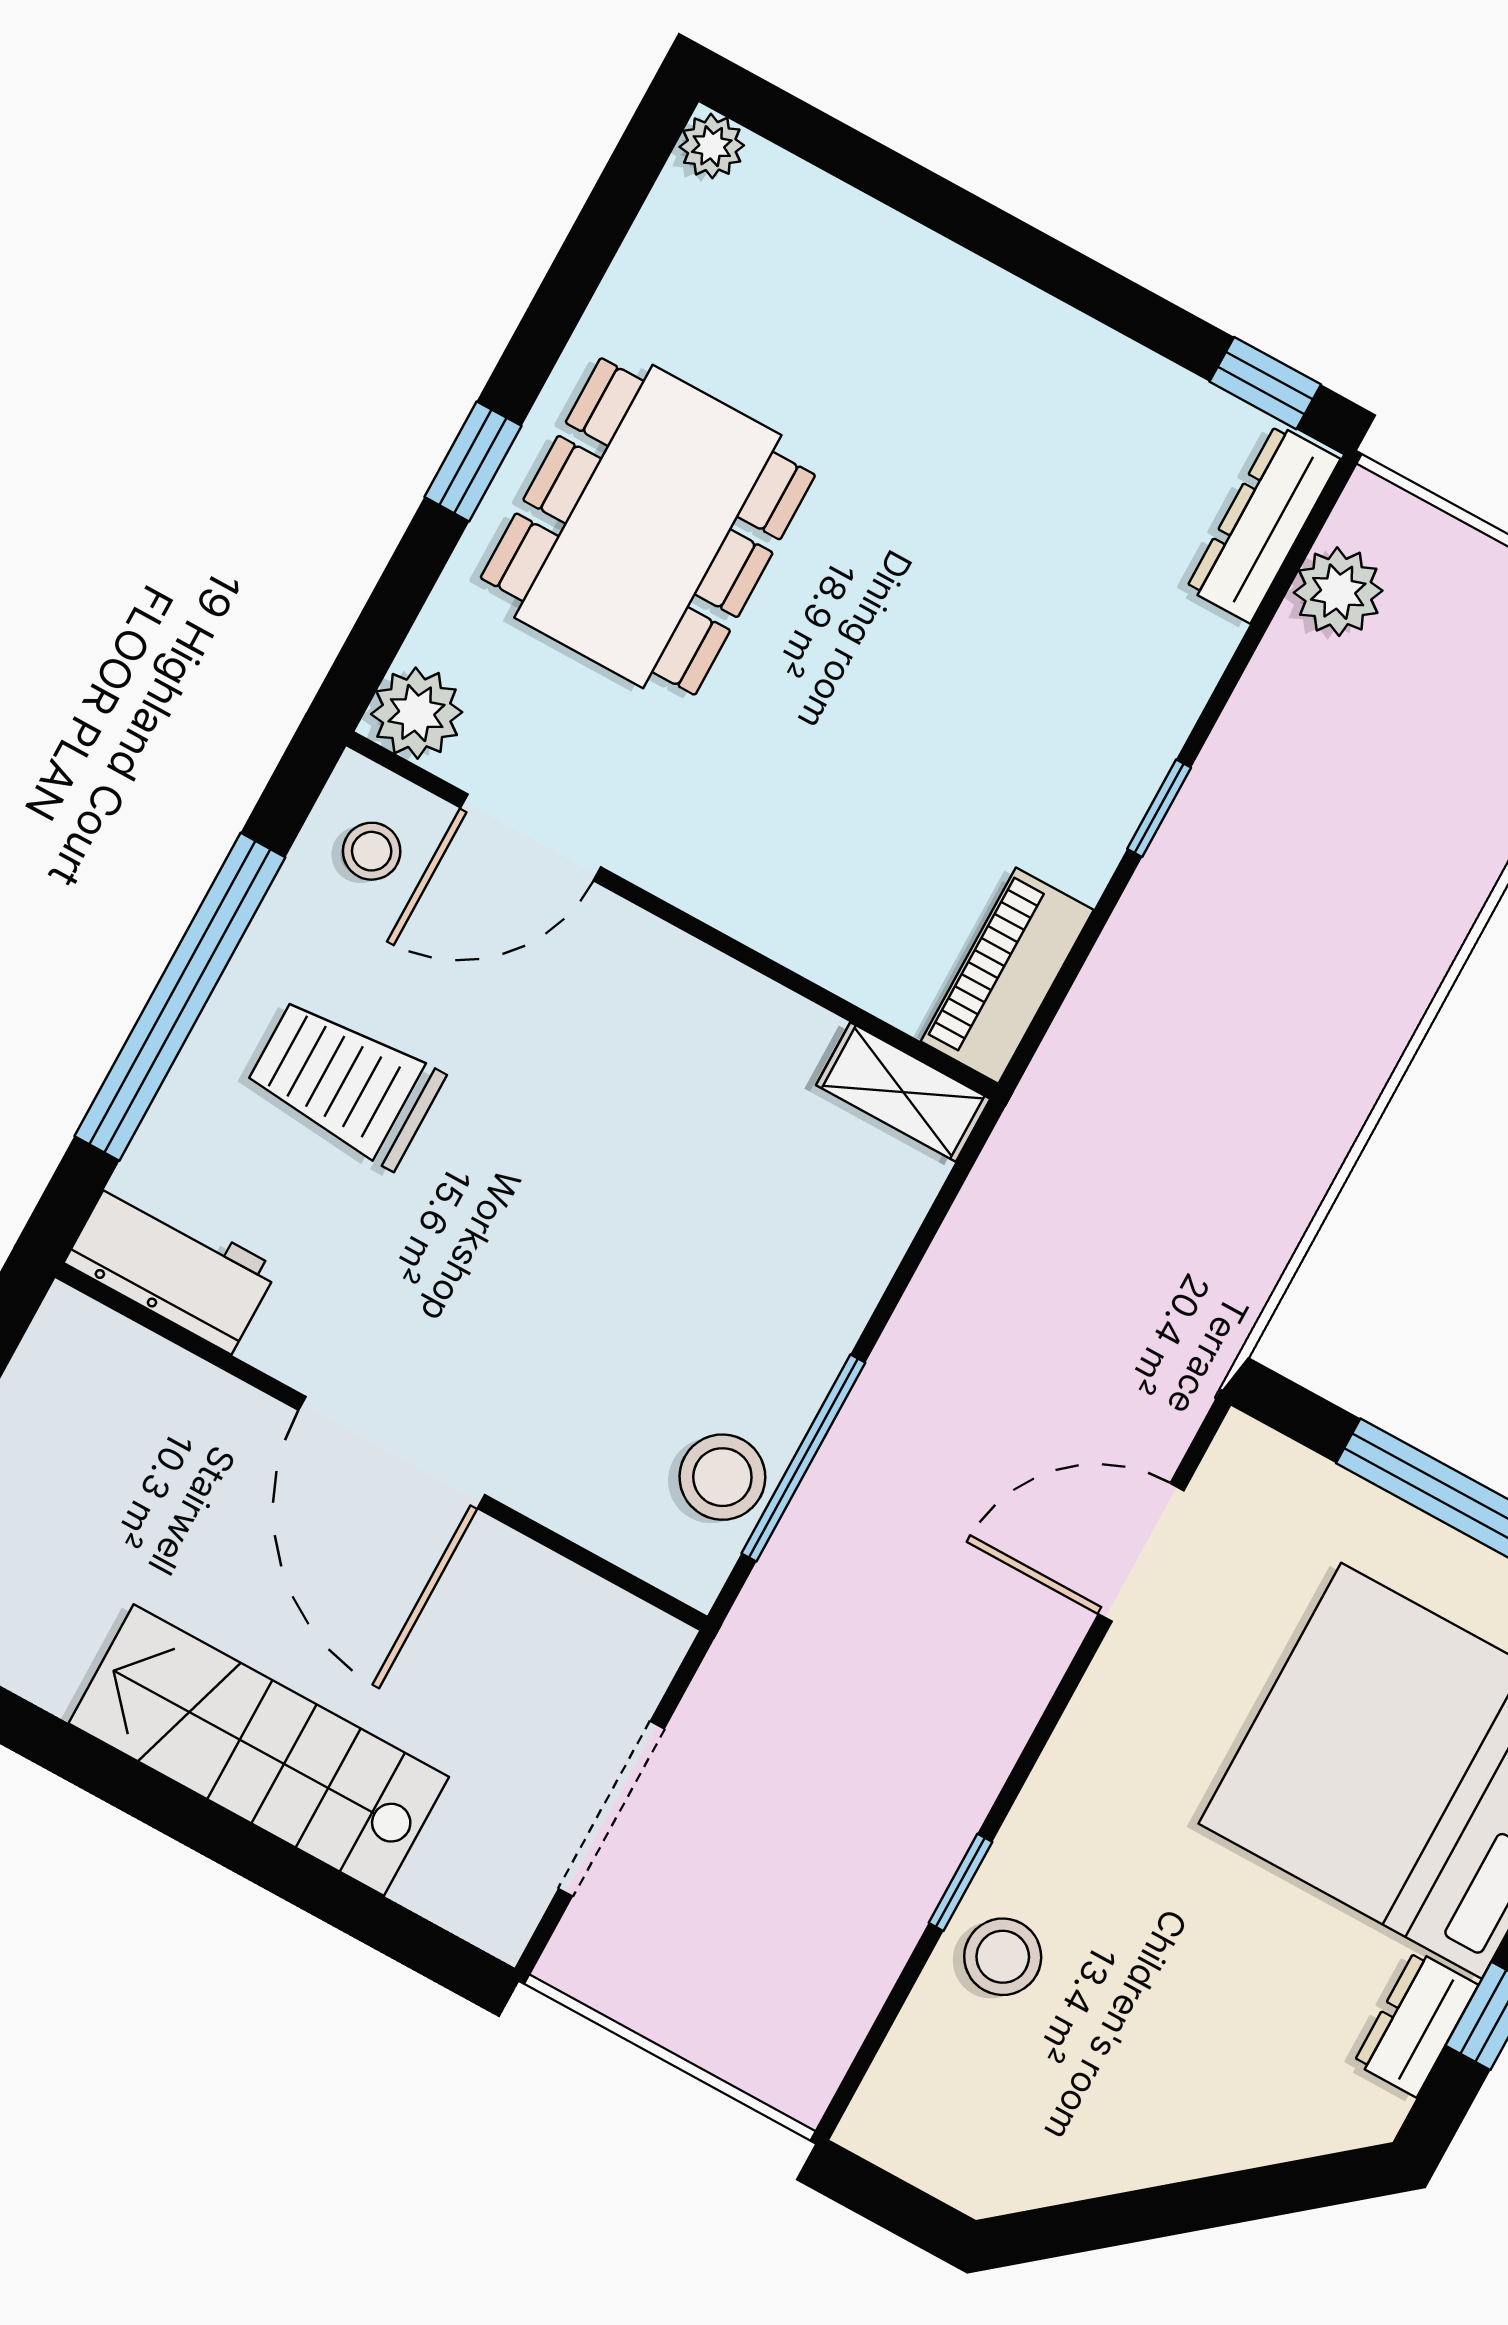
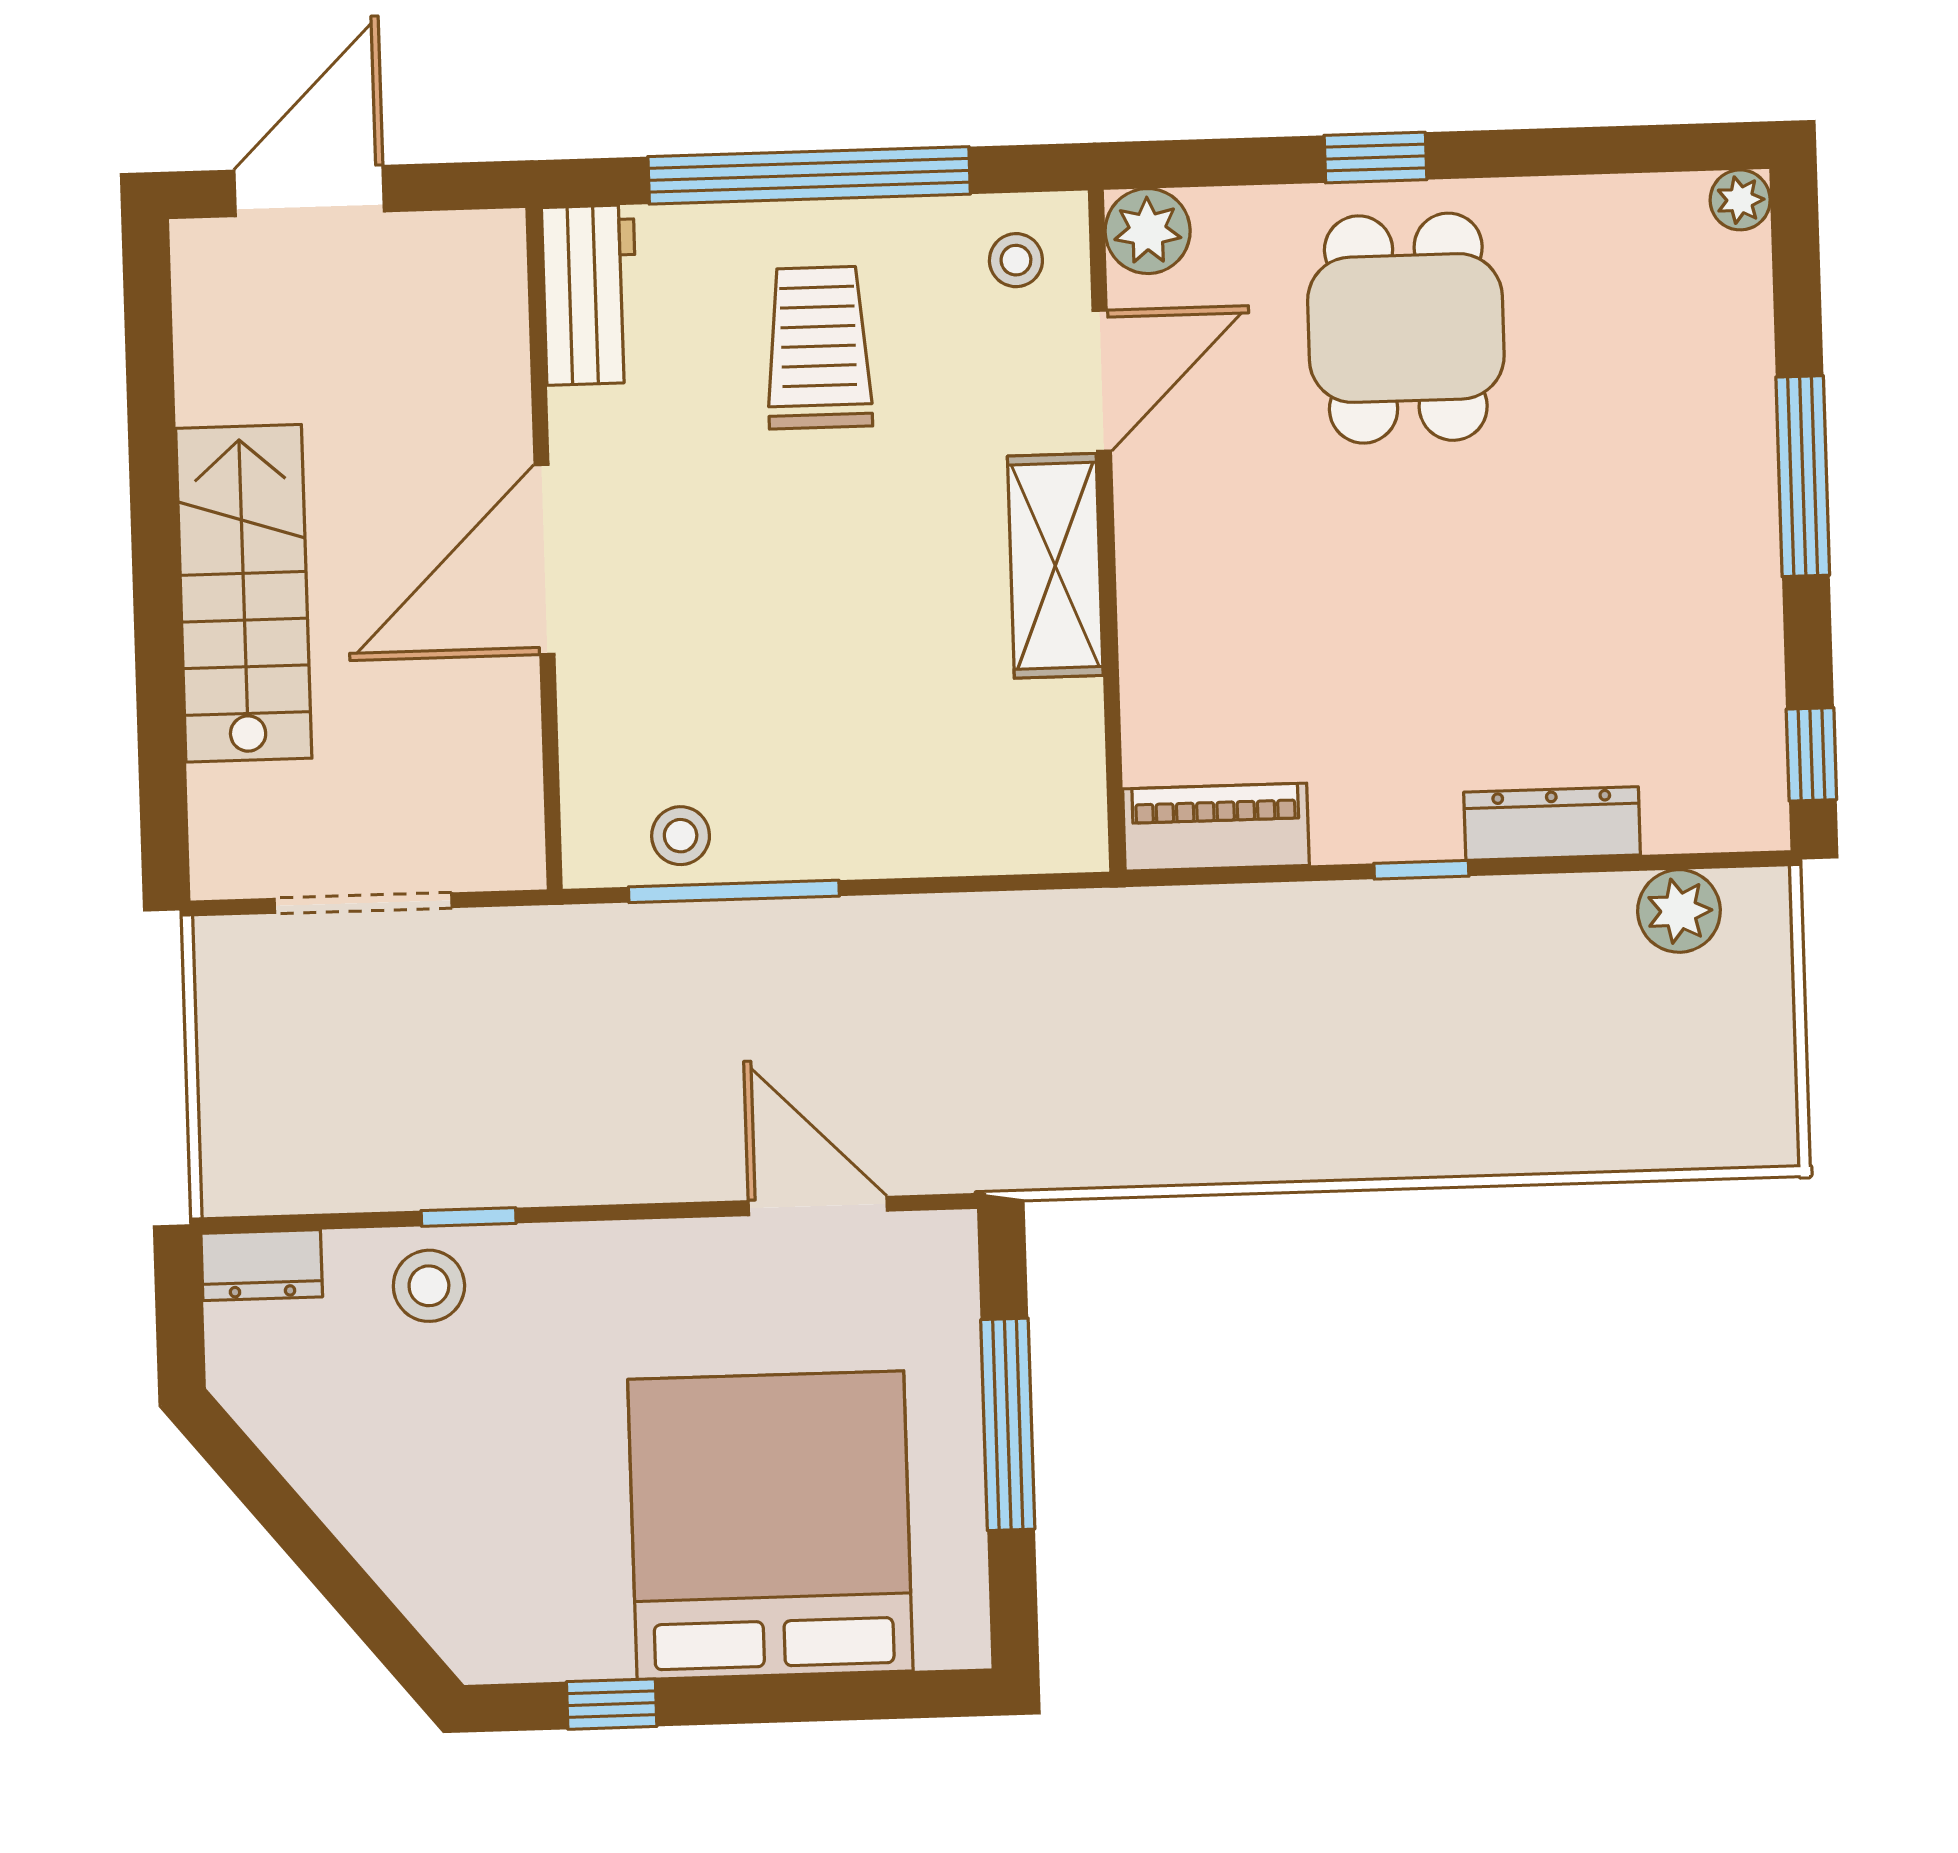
window: (1002, 239) -> (1803, 476), added
dresser: (1263, 524) -> (1552, 824), moved
dining table: (648, 526) -> (1406, 328), width x0.73
door: (531, 837) -> (1102, 381), swing flipped
shelving: (903, 1092) -> (1055, 566), moved, width x1.50, depth x1.33
stool: (722, 1477) -> (681, 836), width x0.73, depth x0.73
dresser: (1416, 2024) -> (262, 1265), moved, turned 180

